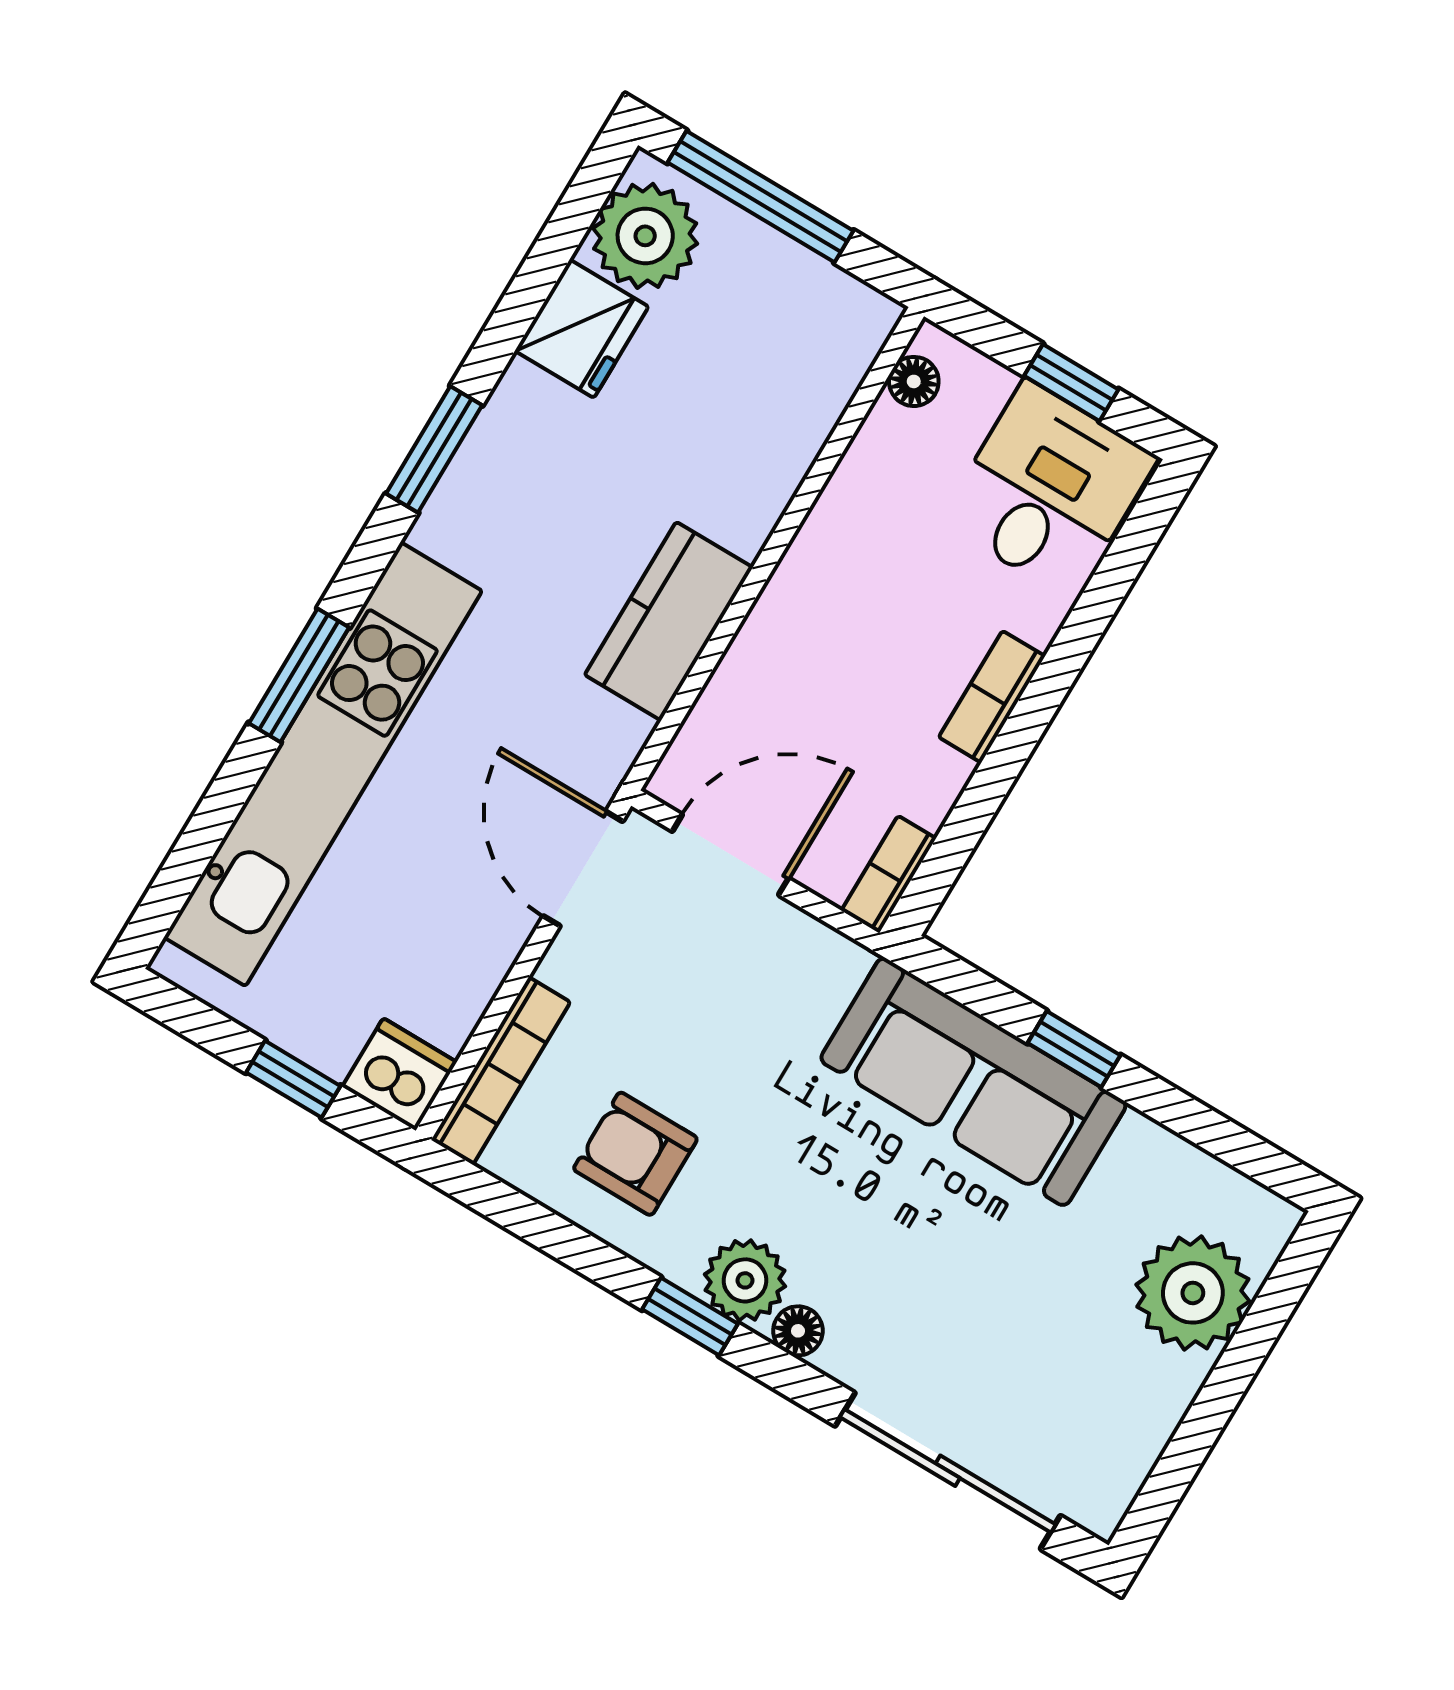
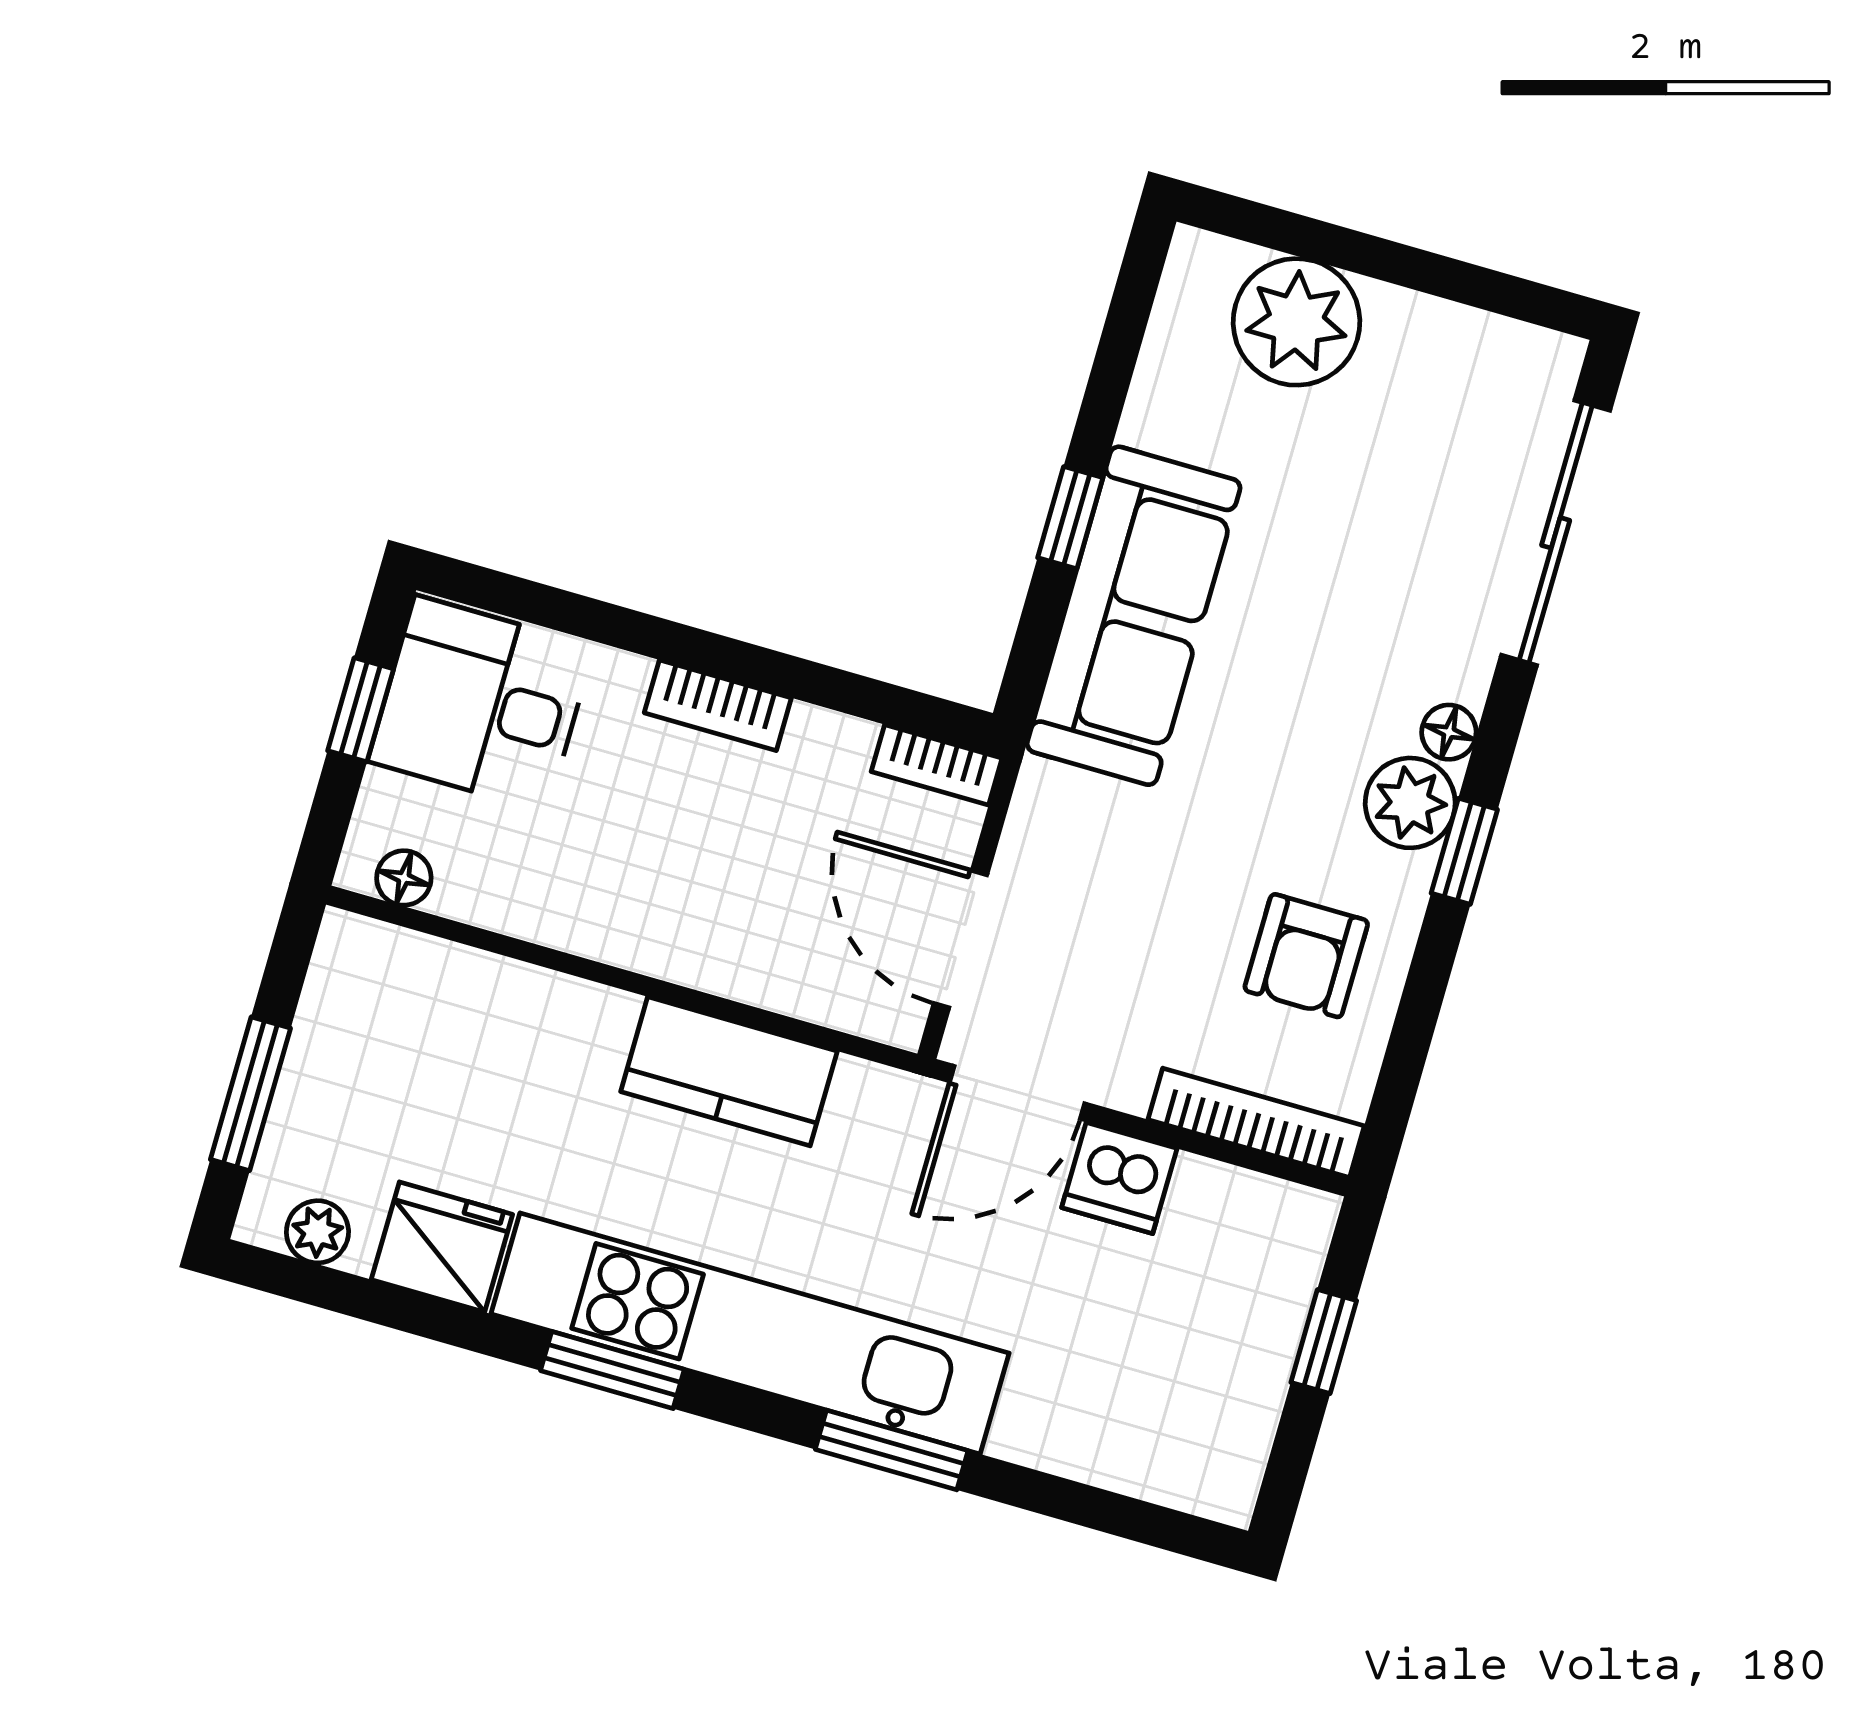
window: (761, 197) -> (250, 1094), width x0.69
plant: (645, 236) -> (317, 1232), width x0.53, depth x0.53
kitchen unit: (323, 764) -> (750, 1333), moved
dishwasher: (400, 1074) -> (1119, 1178), moved, turned -90

